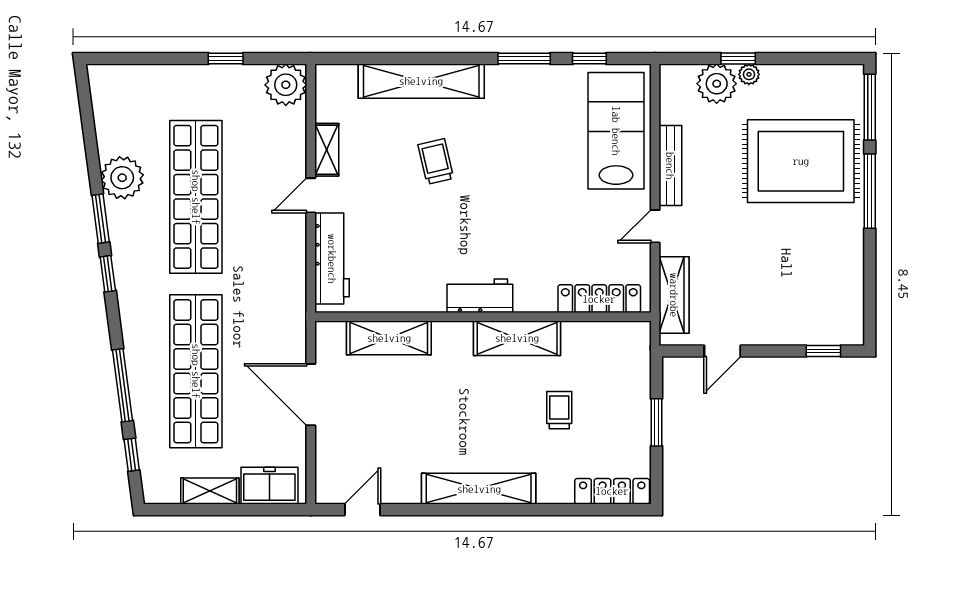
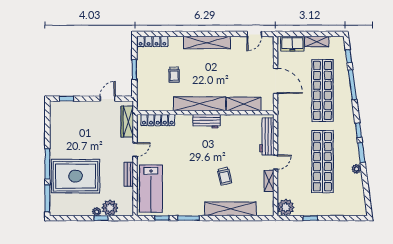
bench: (670, 166) -> (129, 174), width x0.73
plant: (122, 178) -> (357, 169), width x0.53, depth x0.53
shelving: (517, 338) -> (200, 104), width x1.47

